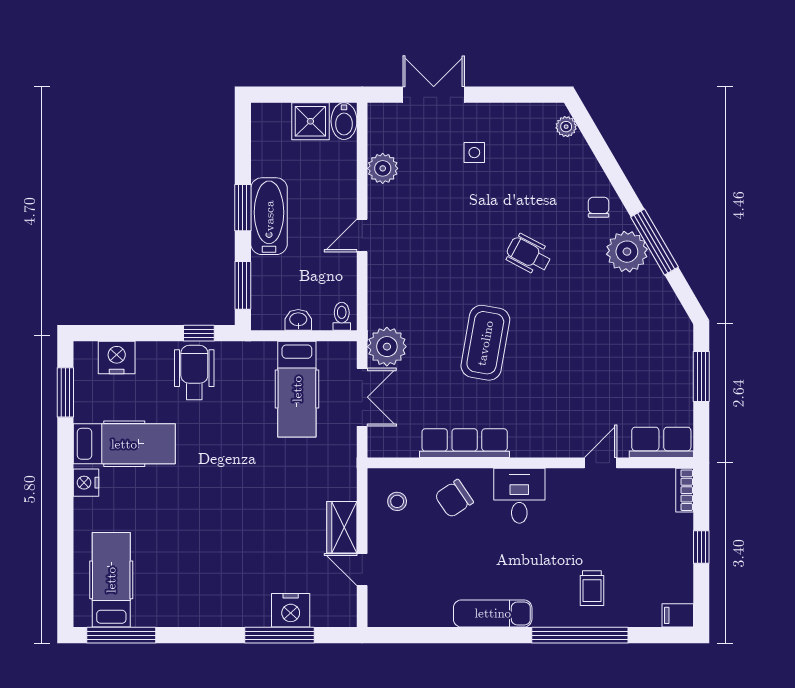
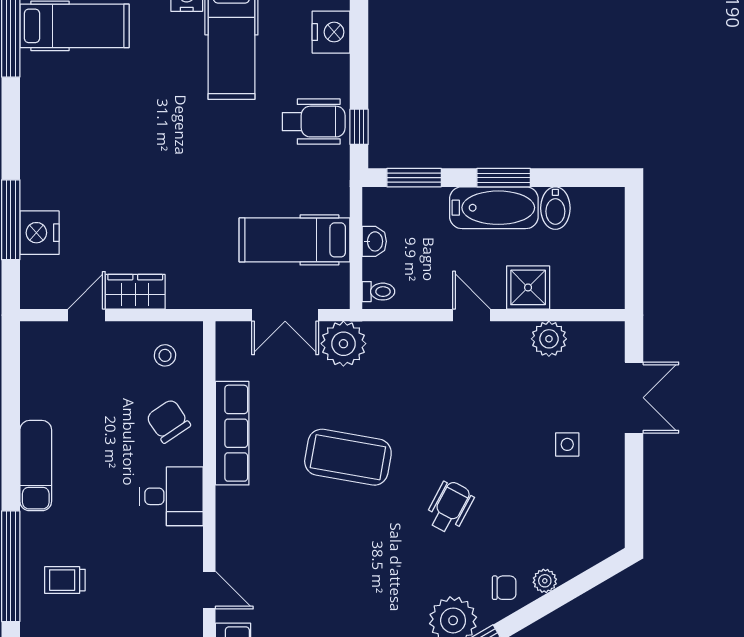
shower: (310, 121) -> (528, 287), moved
bidet: (344, 121) -> (555, 208), moved, turned -90
plant: (566, 127) -> (545, 581), moved

